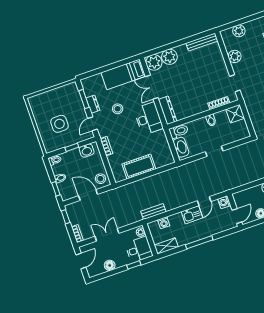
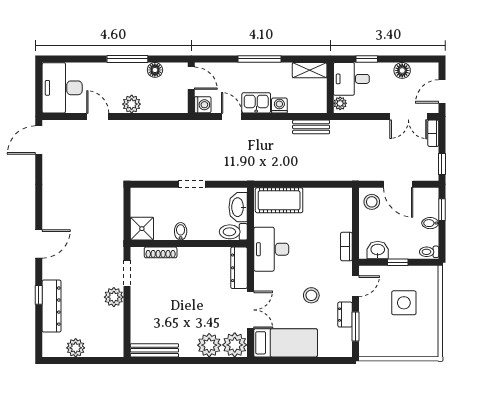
plant: (239, 31) -> (76, 348), moved
plant: (235, 56) -> (114, 297), moved
desk: (148, 119) -> (271, 249), moved
cot: (139, 167) -> (279, 200), moved
door: (204, 201) -> (232, 117), hinge flipped
door: (237, 216) -> (191, 78), swing flipped
washing machine: (164, 223) -> (279, 106), moved
double door: (107, 235) -> (408, 117), moved

